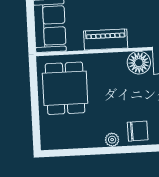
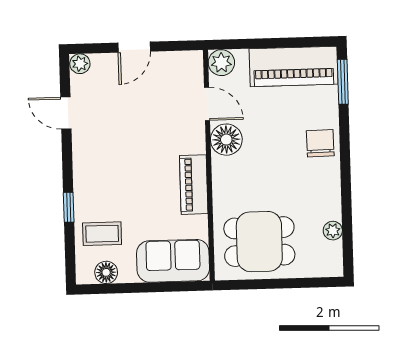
plant: (112, 140) -> (333, 231), moved

